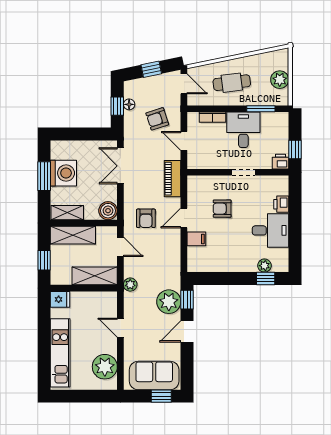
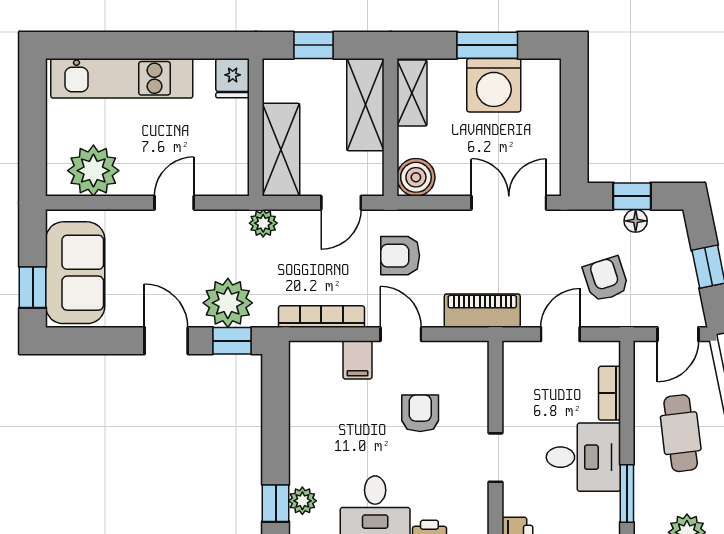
bookcase: (175, 256) -> (321, 317), added

